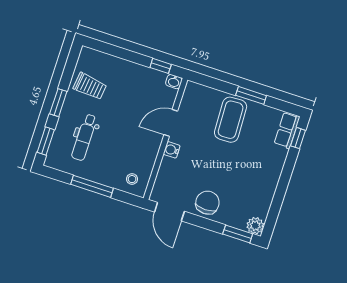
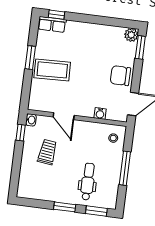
trolley: (90, 86) -> (47, 152), moved
dental chair: (84, 137) -> (88, 182), turned -90
water cooler: (172, 150) -> (100, 113), moved

